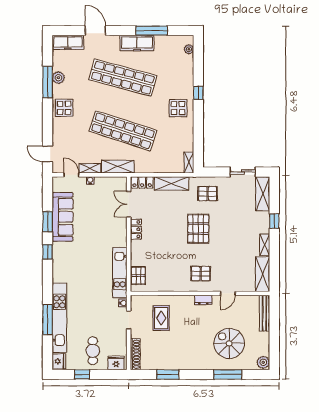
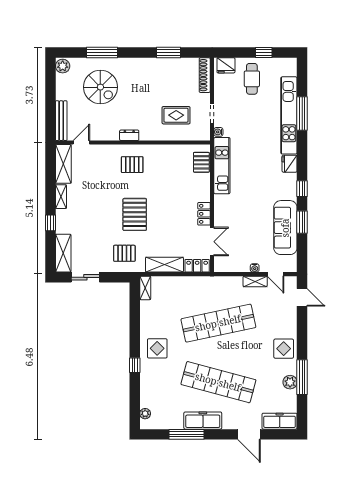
shop shelf: (123, 131) -> (218, 323), turned -30
shelving: (118, 167) -> (224, 283), removed
door: (228, 293) -> (81, 143), moved
rug: (161, 318) -> (176, 115), turned 90
fridge: (59, 361) -> (290, 164), moved

